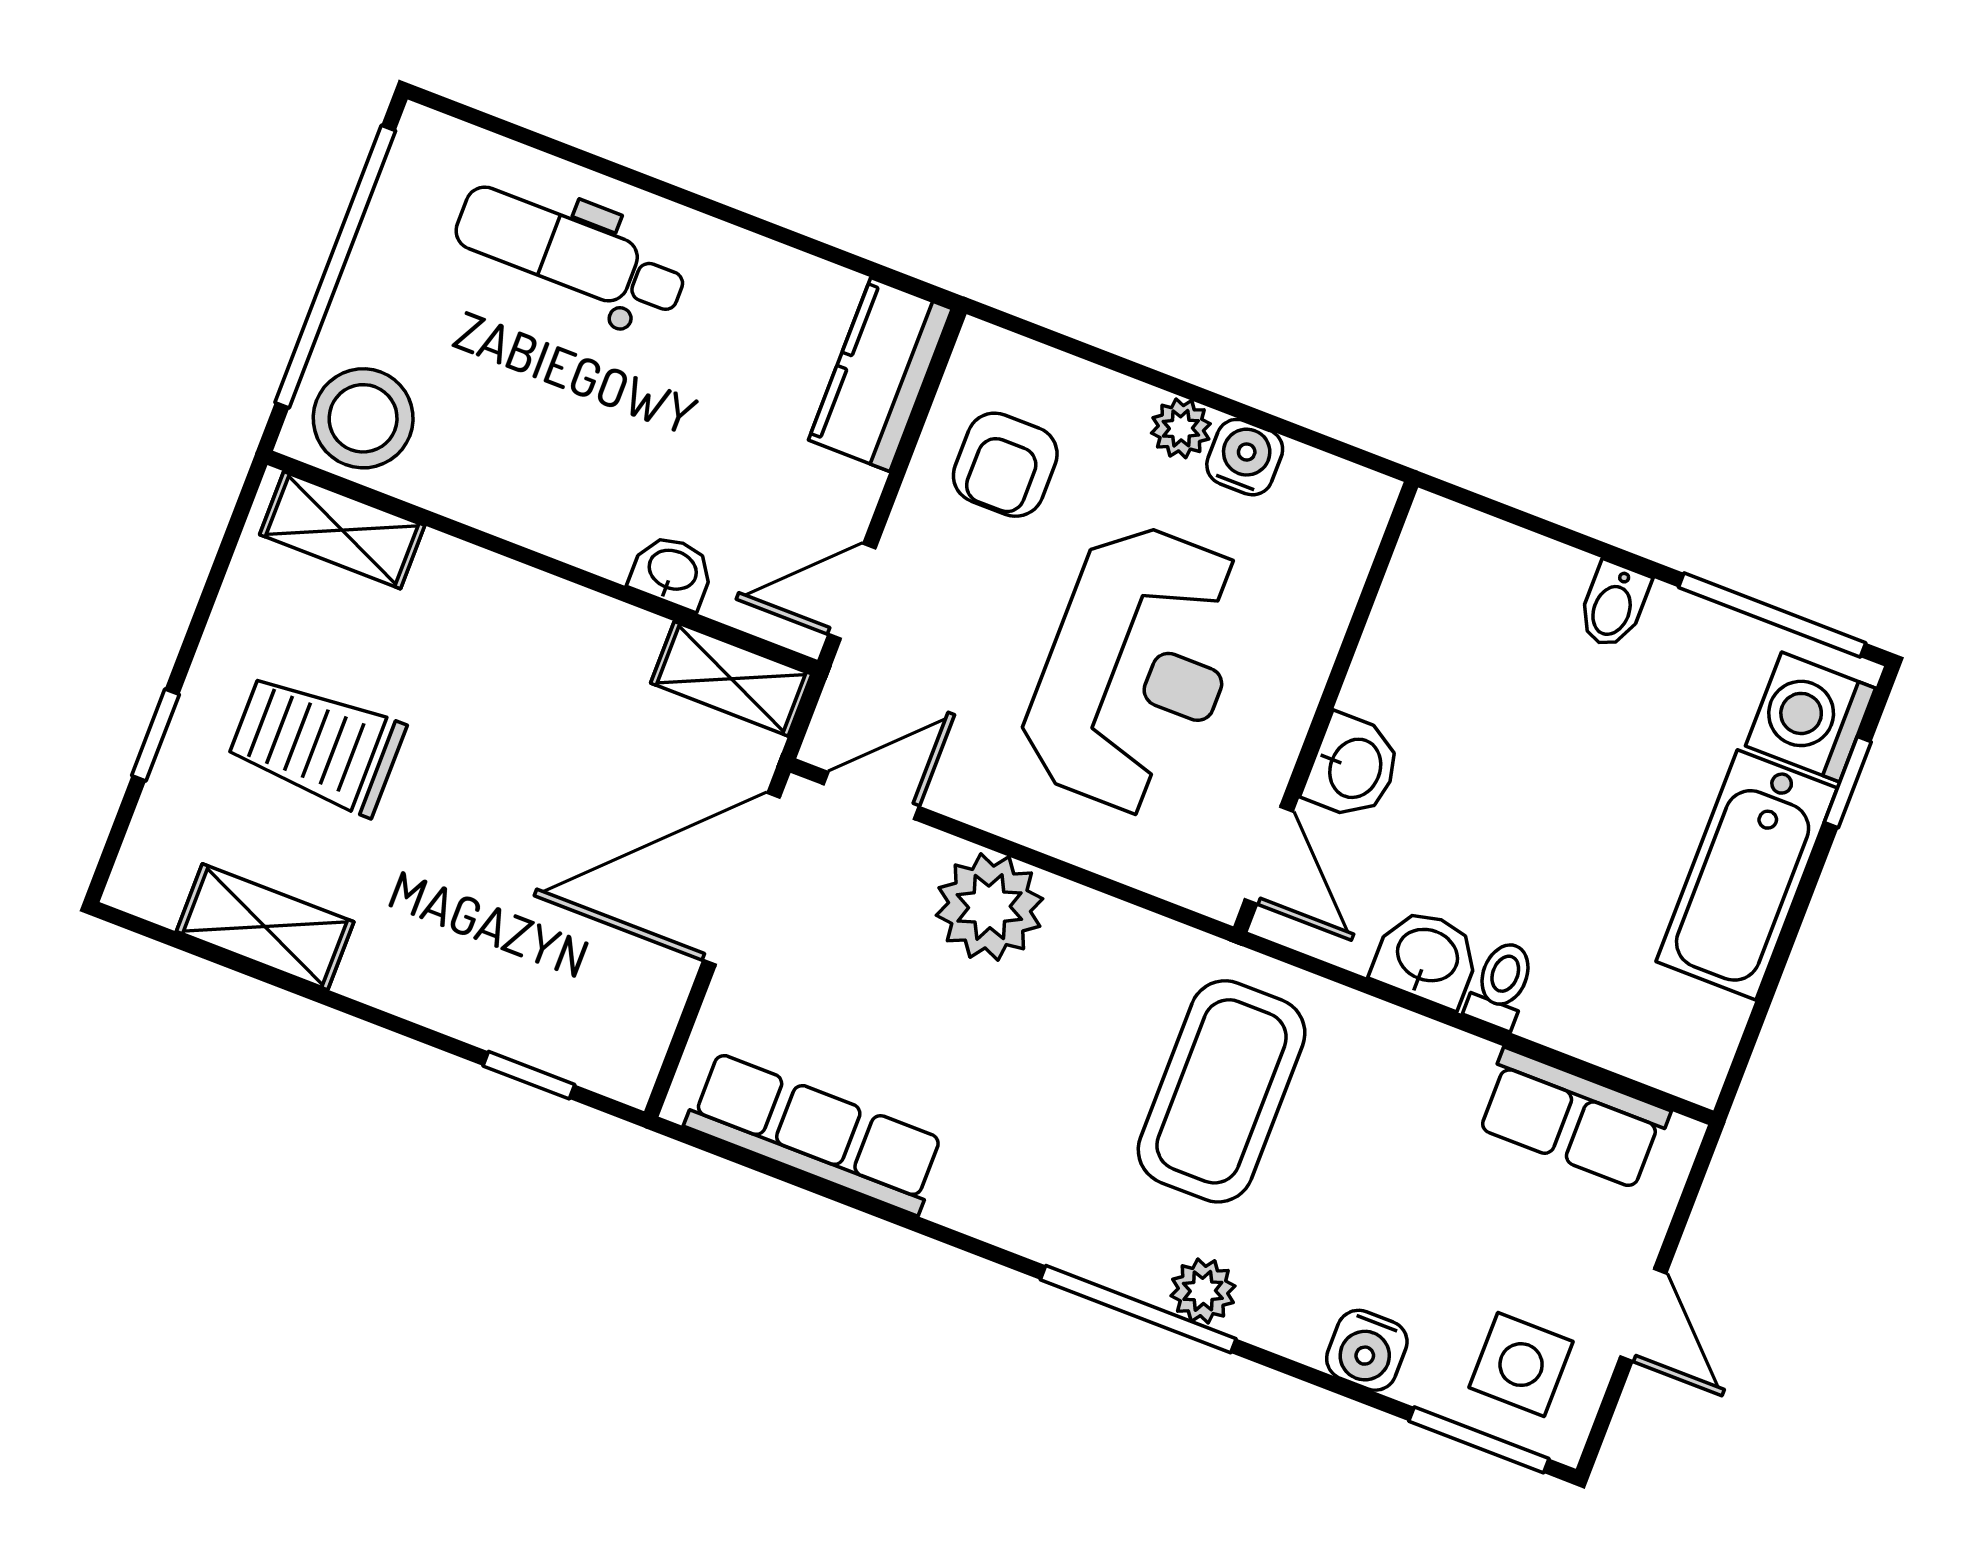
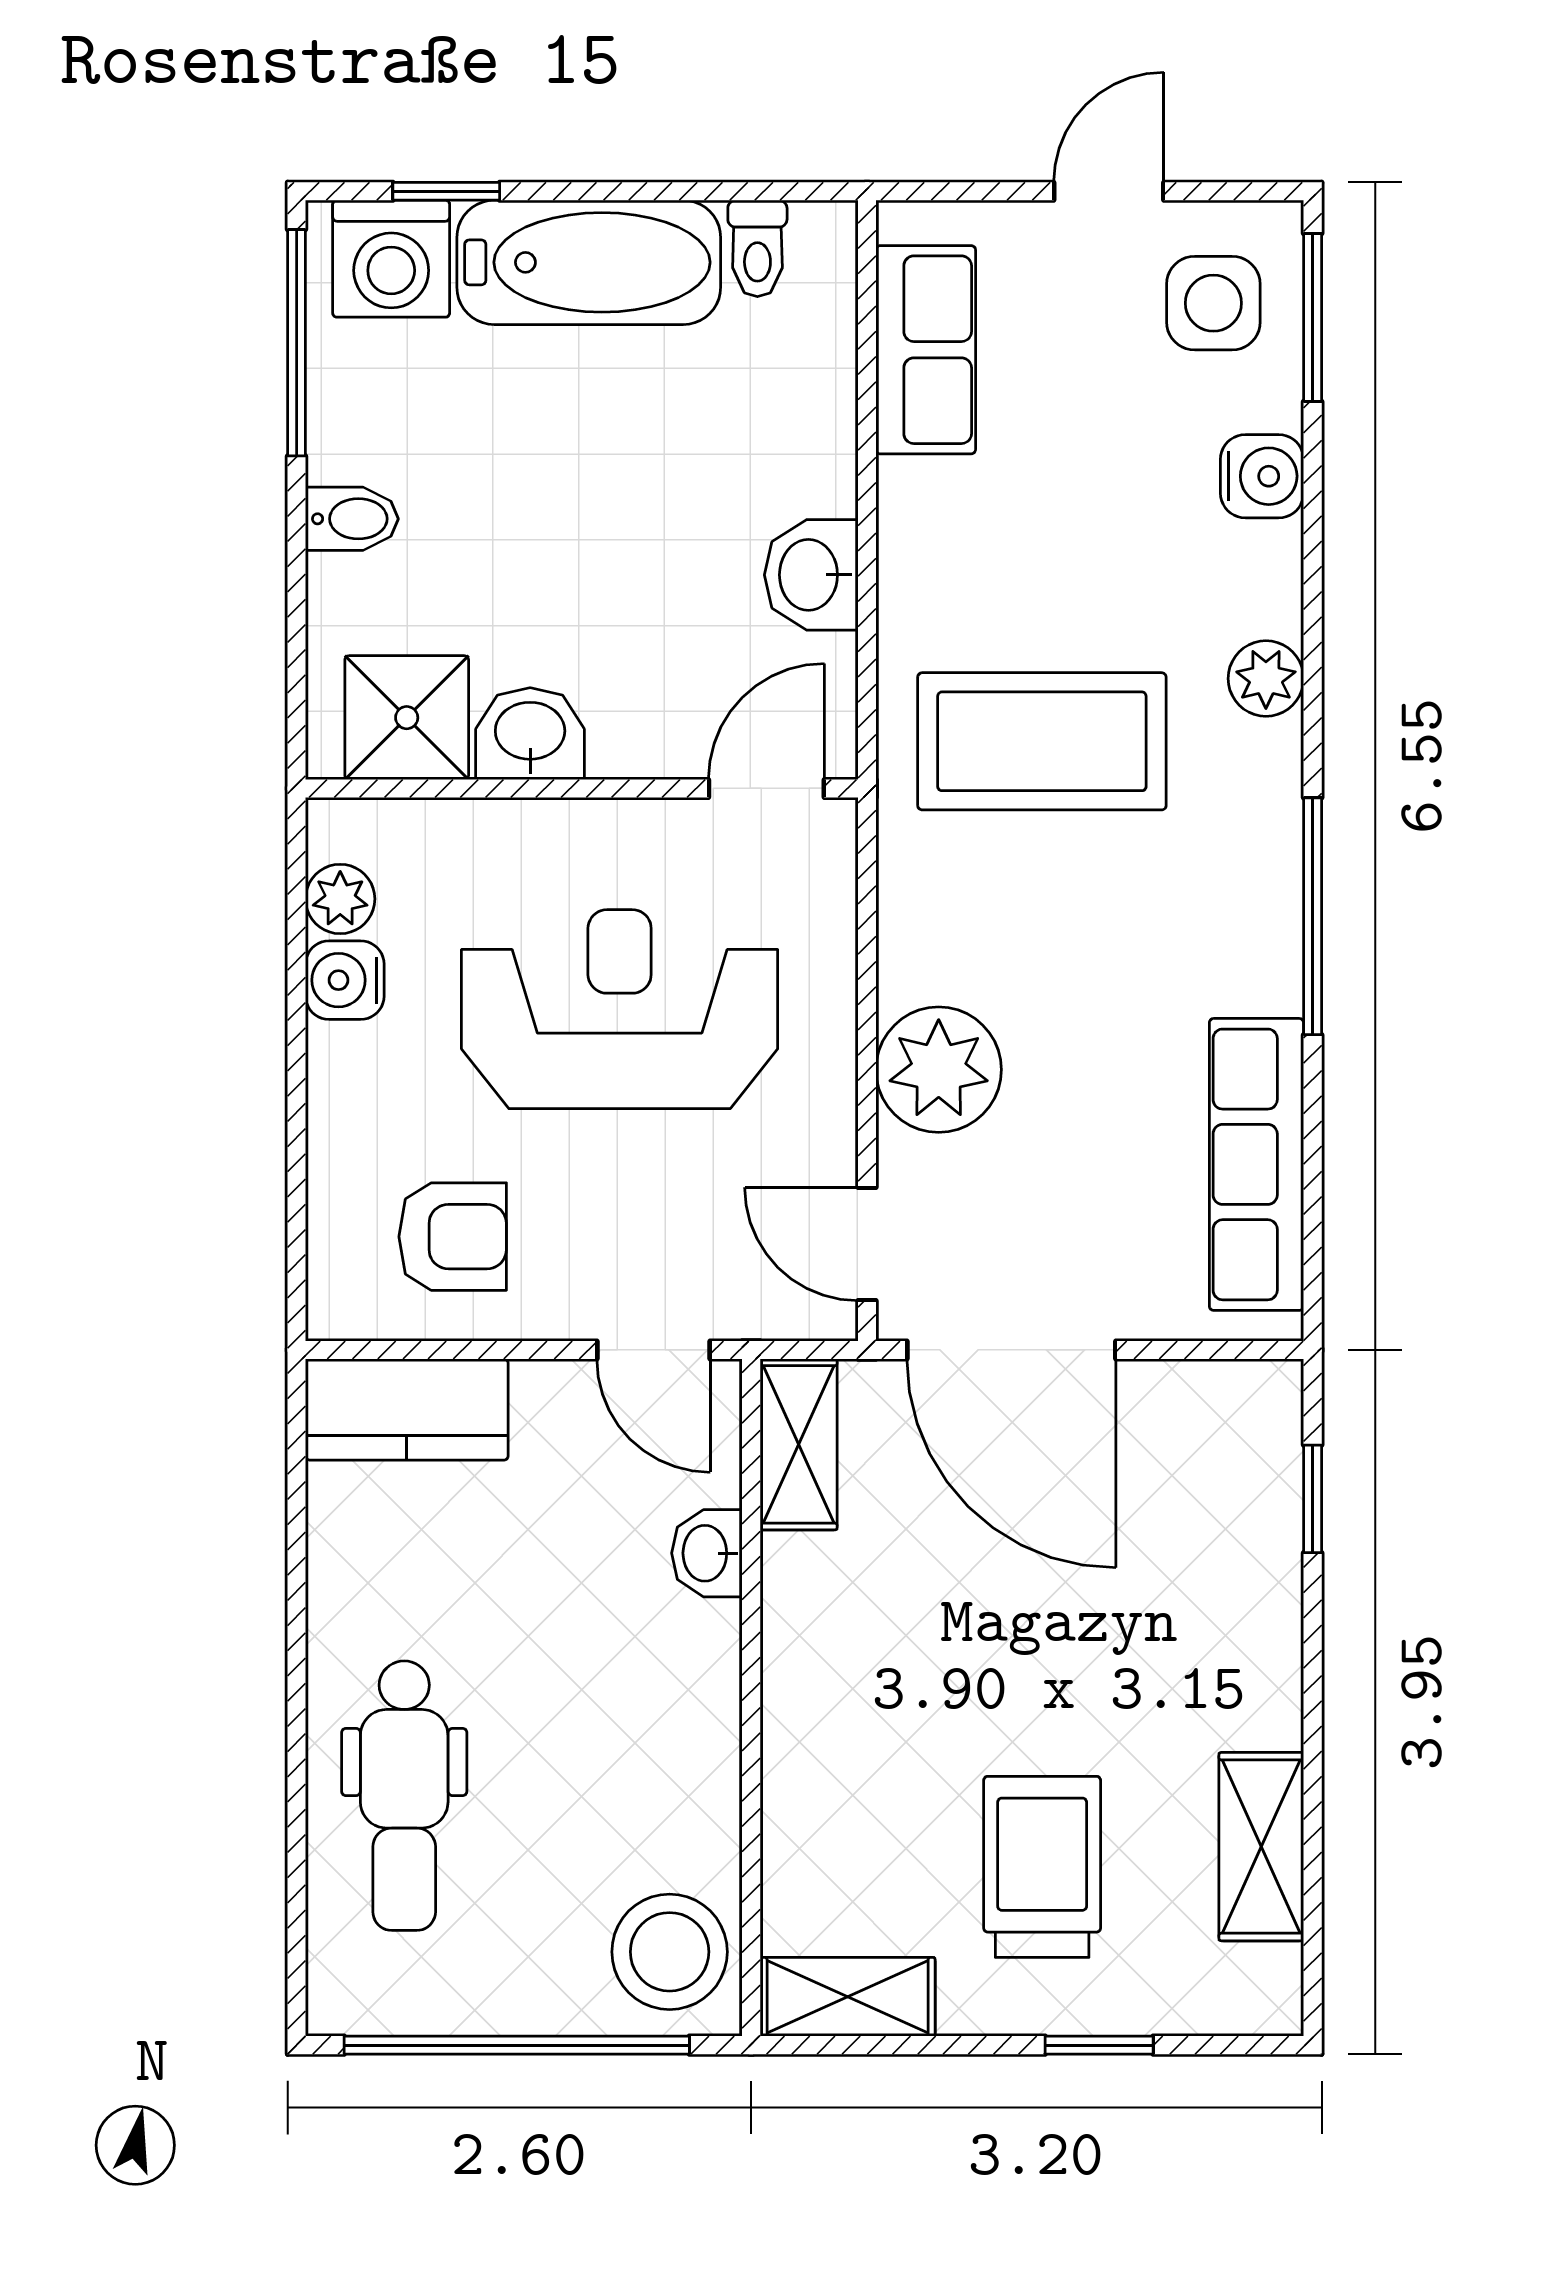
plant: (1181, 428) -> (340, 899), moved
shelving: (342, 530) -> (848, 1997), moved, turned 90
shower: (1437, 588) -> (407, 718), added
trolley: (316, 744) -> (1042, 1867), turned 180
washbasin: (1353, 767) -> (530, 734), moved
toilet: (1501, 985) -> (757, 248), moved, turned -90
window: (1138, 1309) -> (1313, 916), moved

